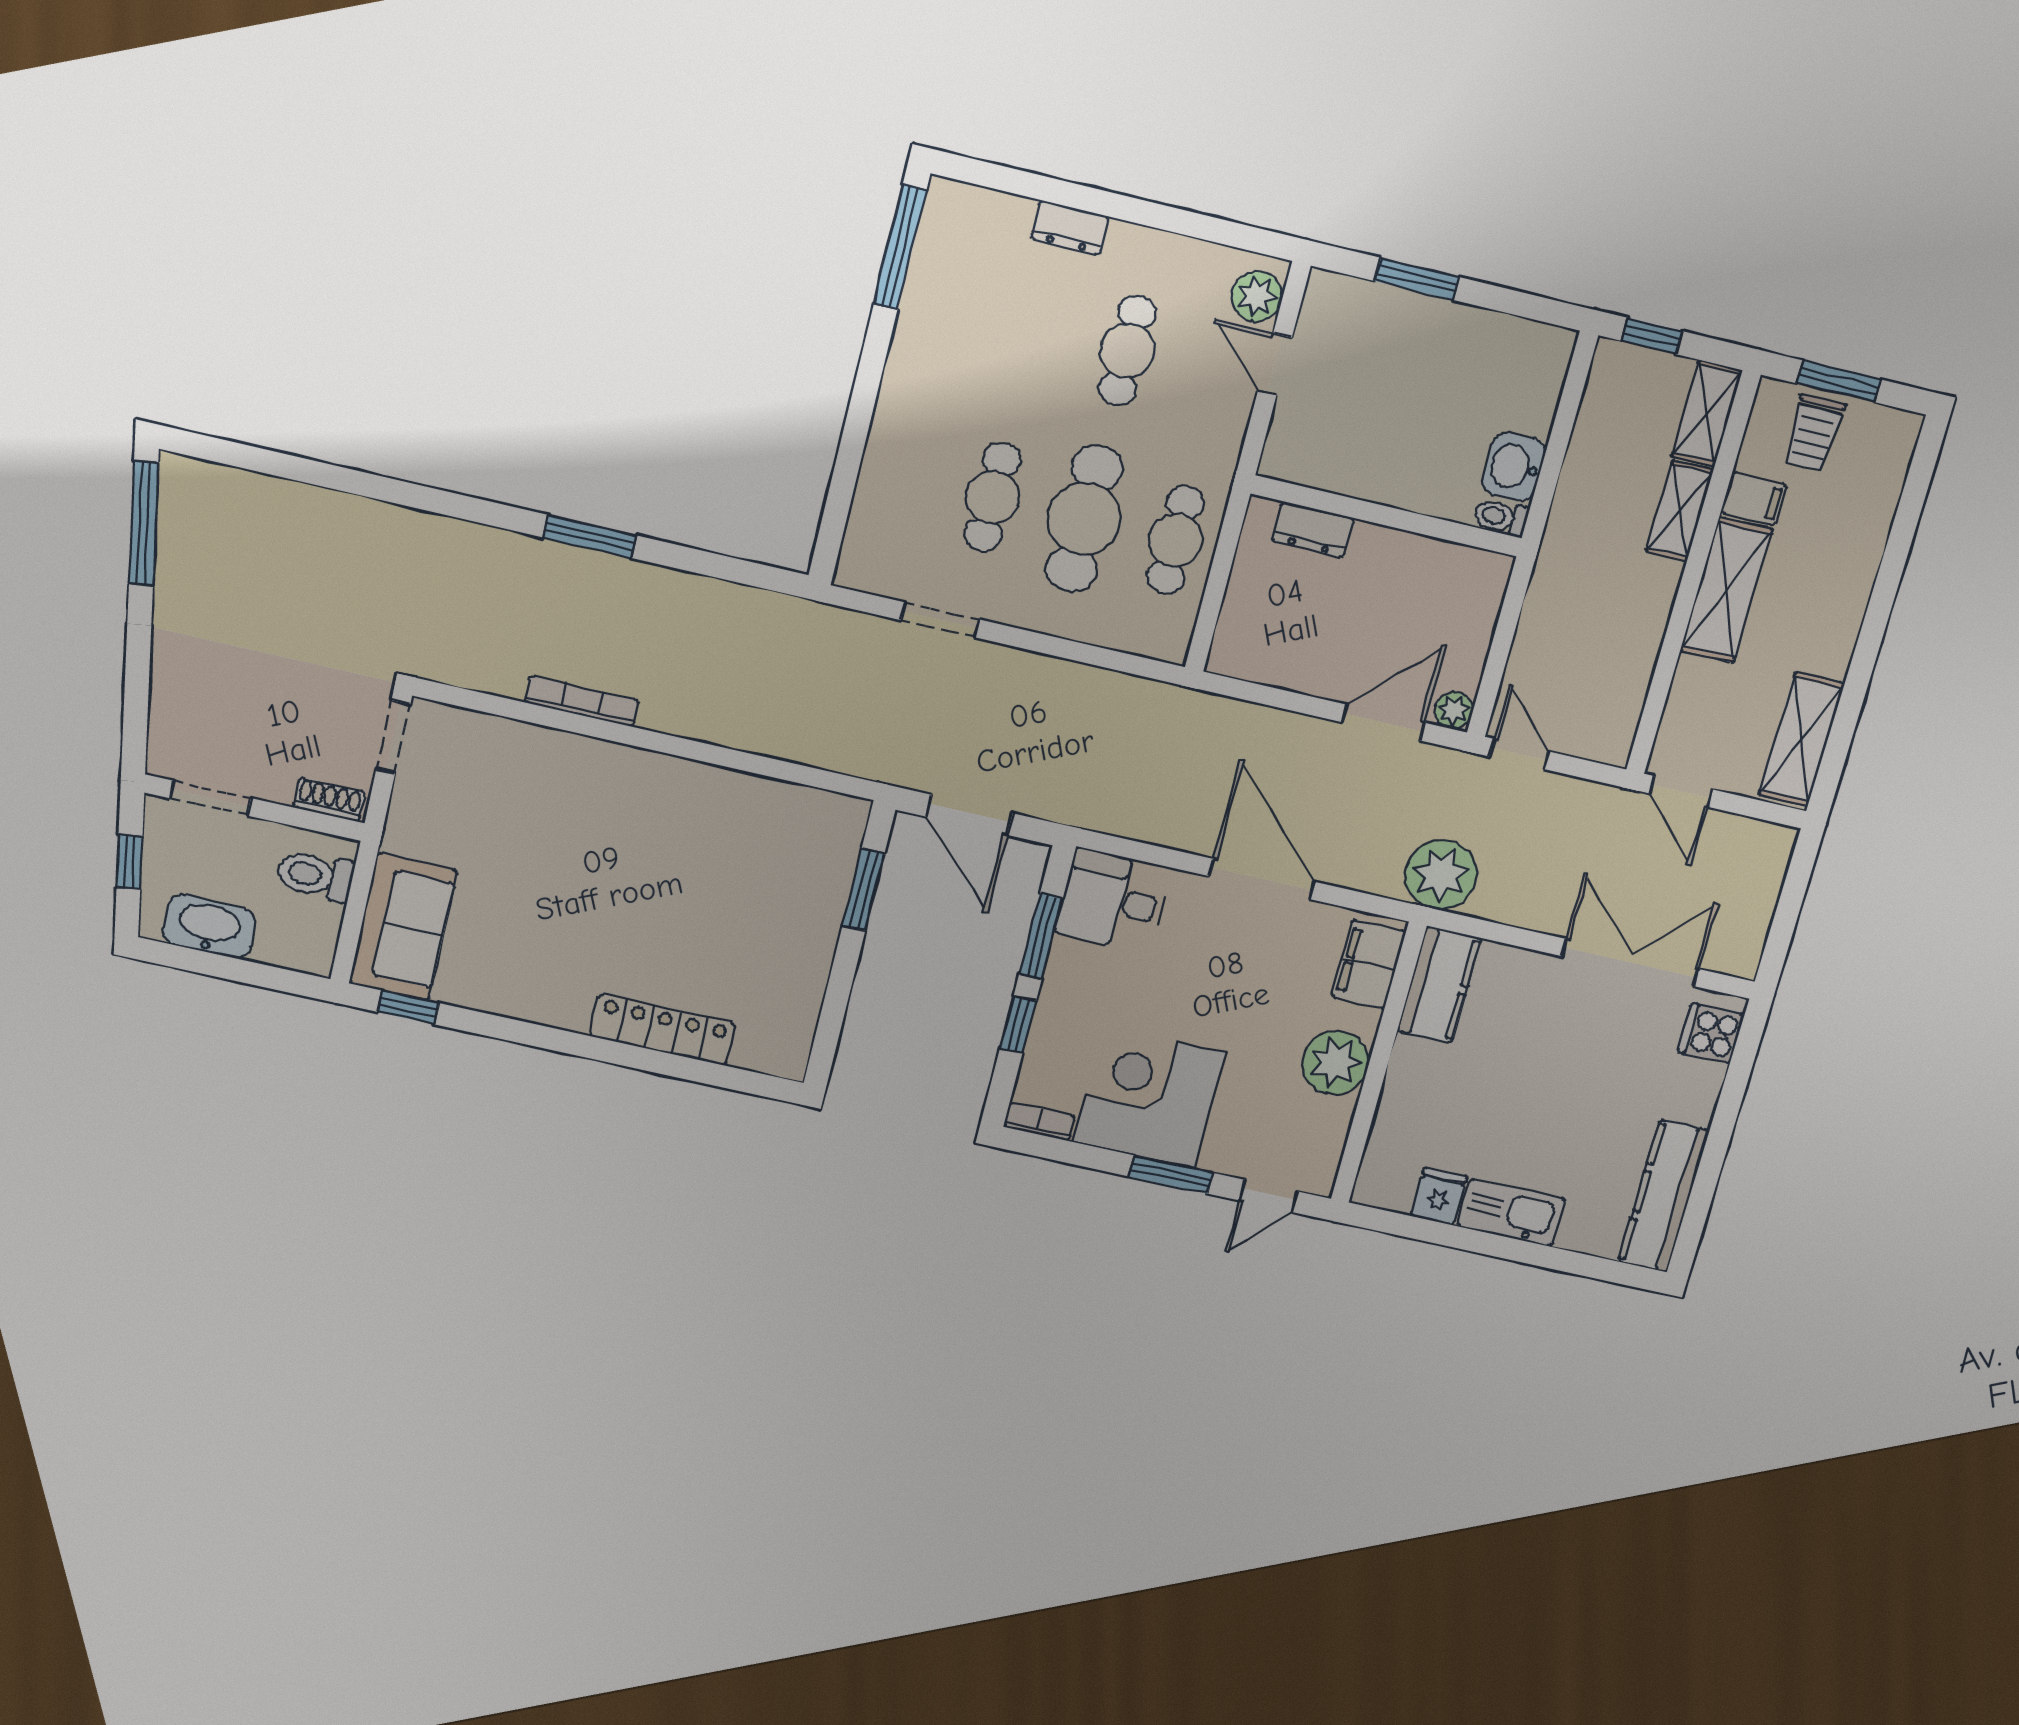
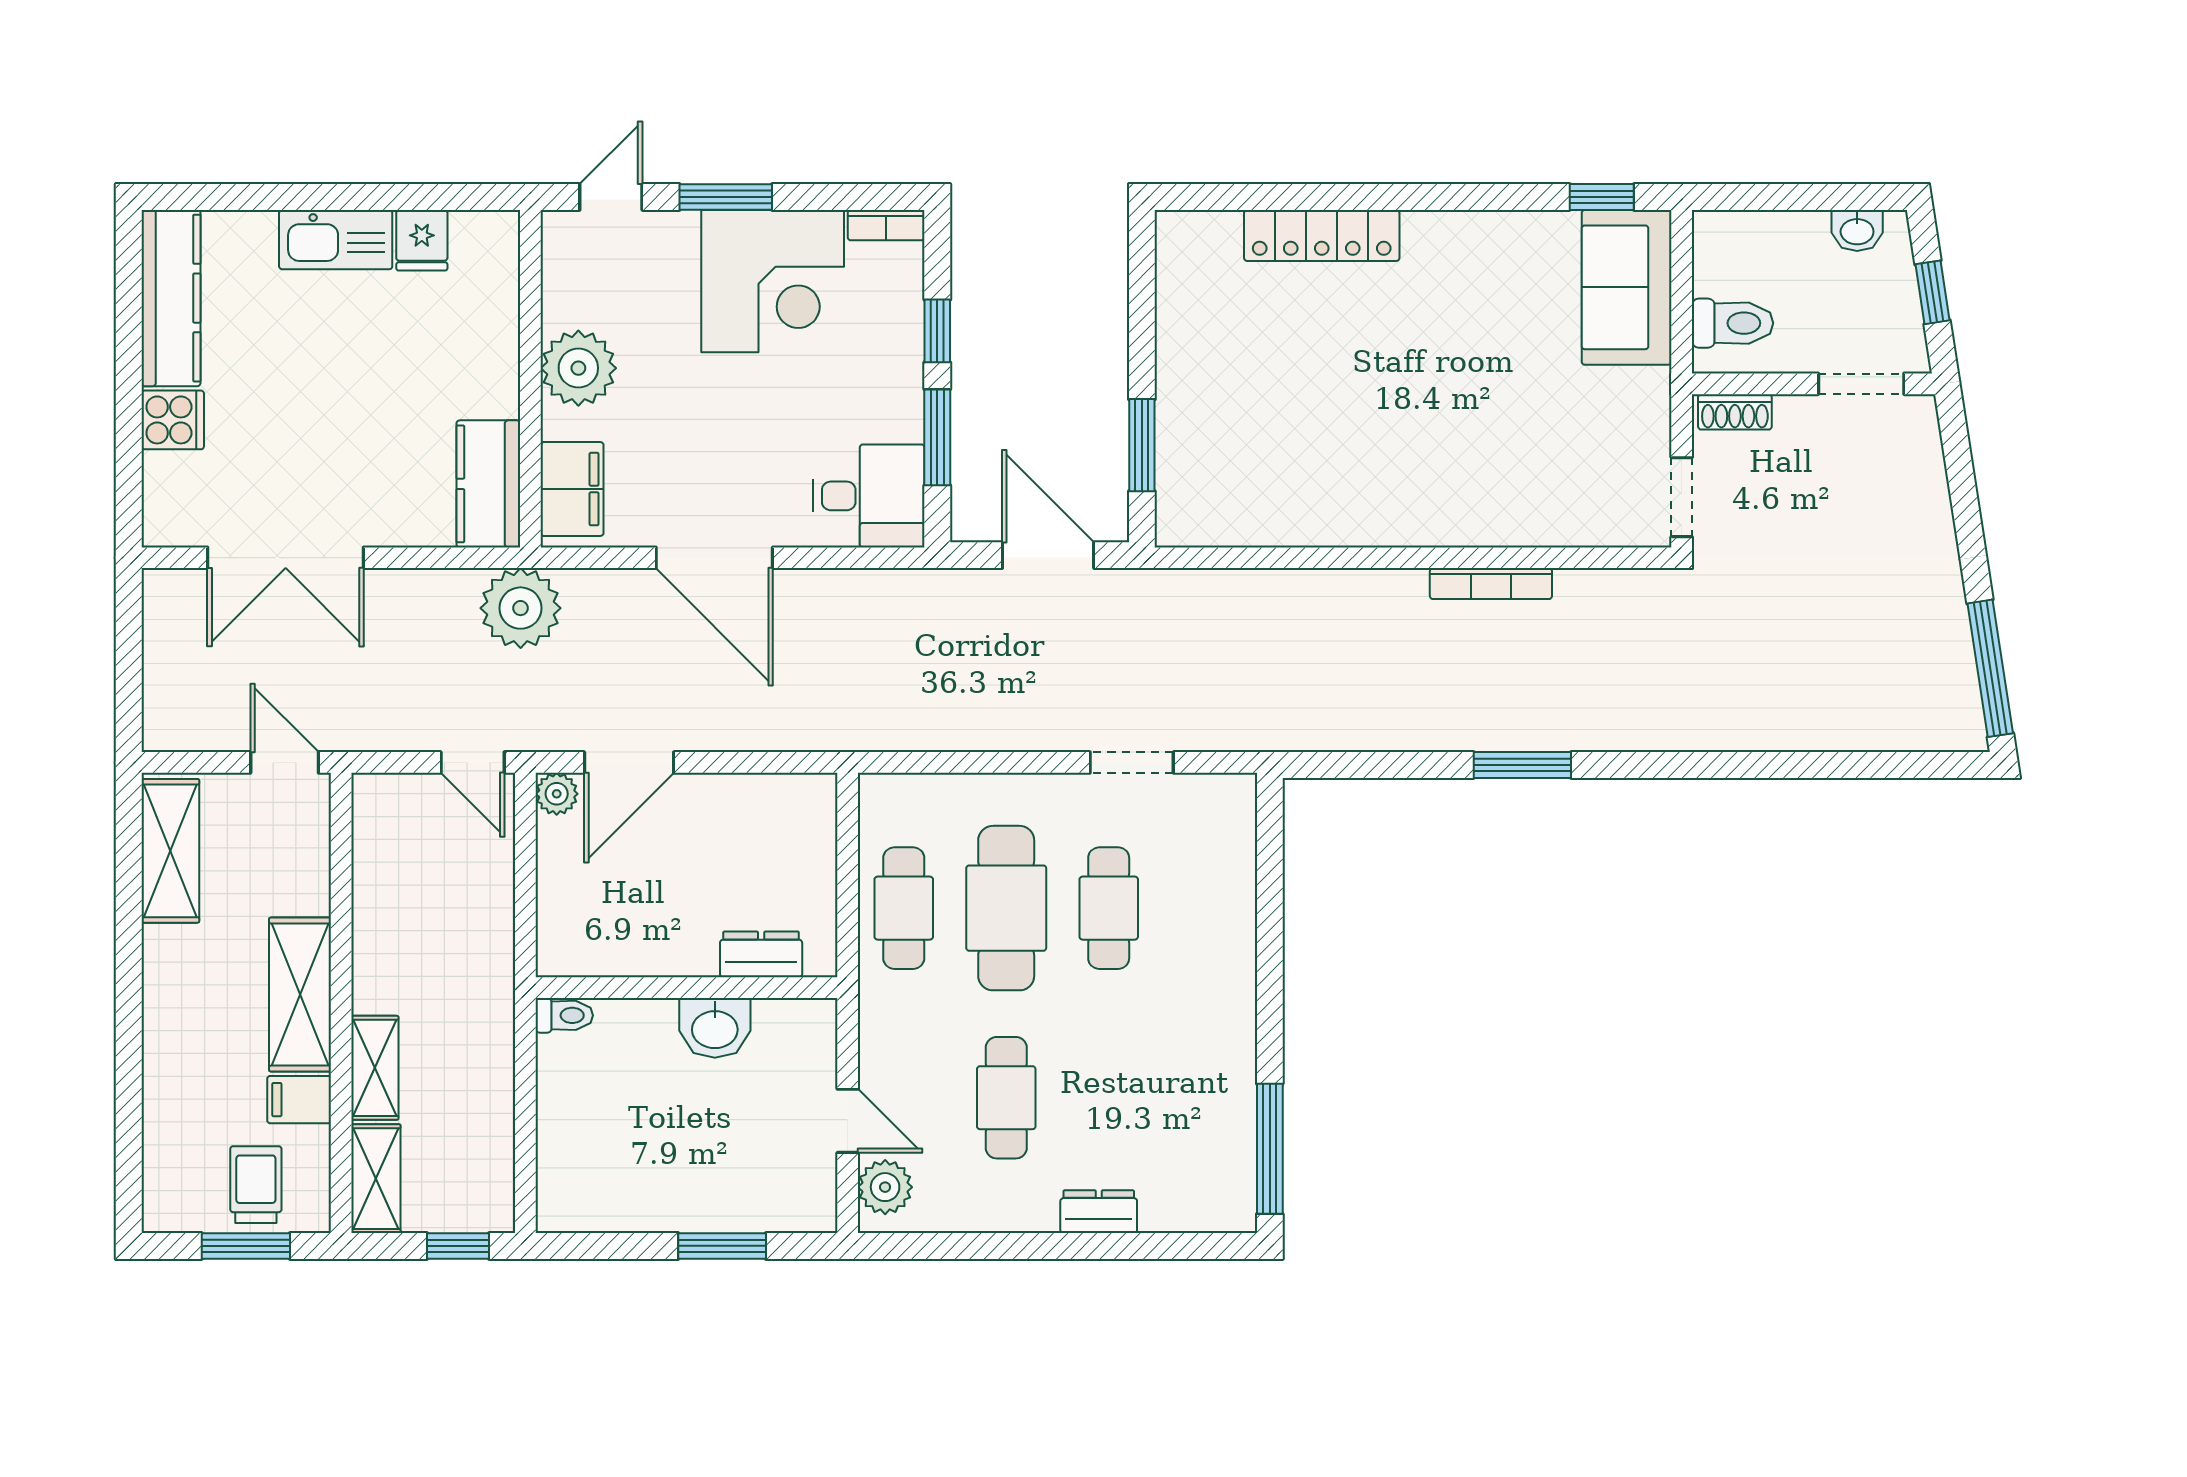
washbasin: (1514, 467) -> (715, 1028), moved, turned 90
washbasin: (209, 926) -> (1857, 230), width x0.52, depth x0.69
cooker: (1711, 1033) -> (173, 420), moved

